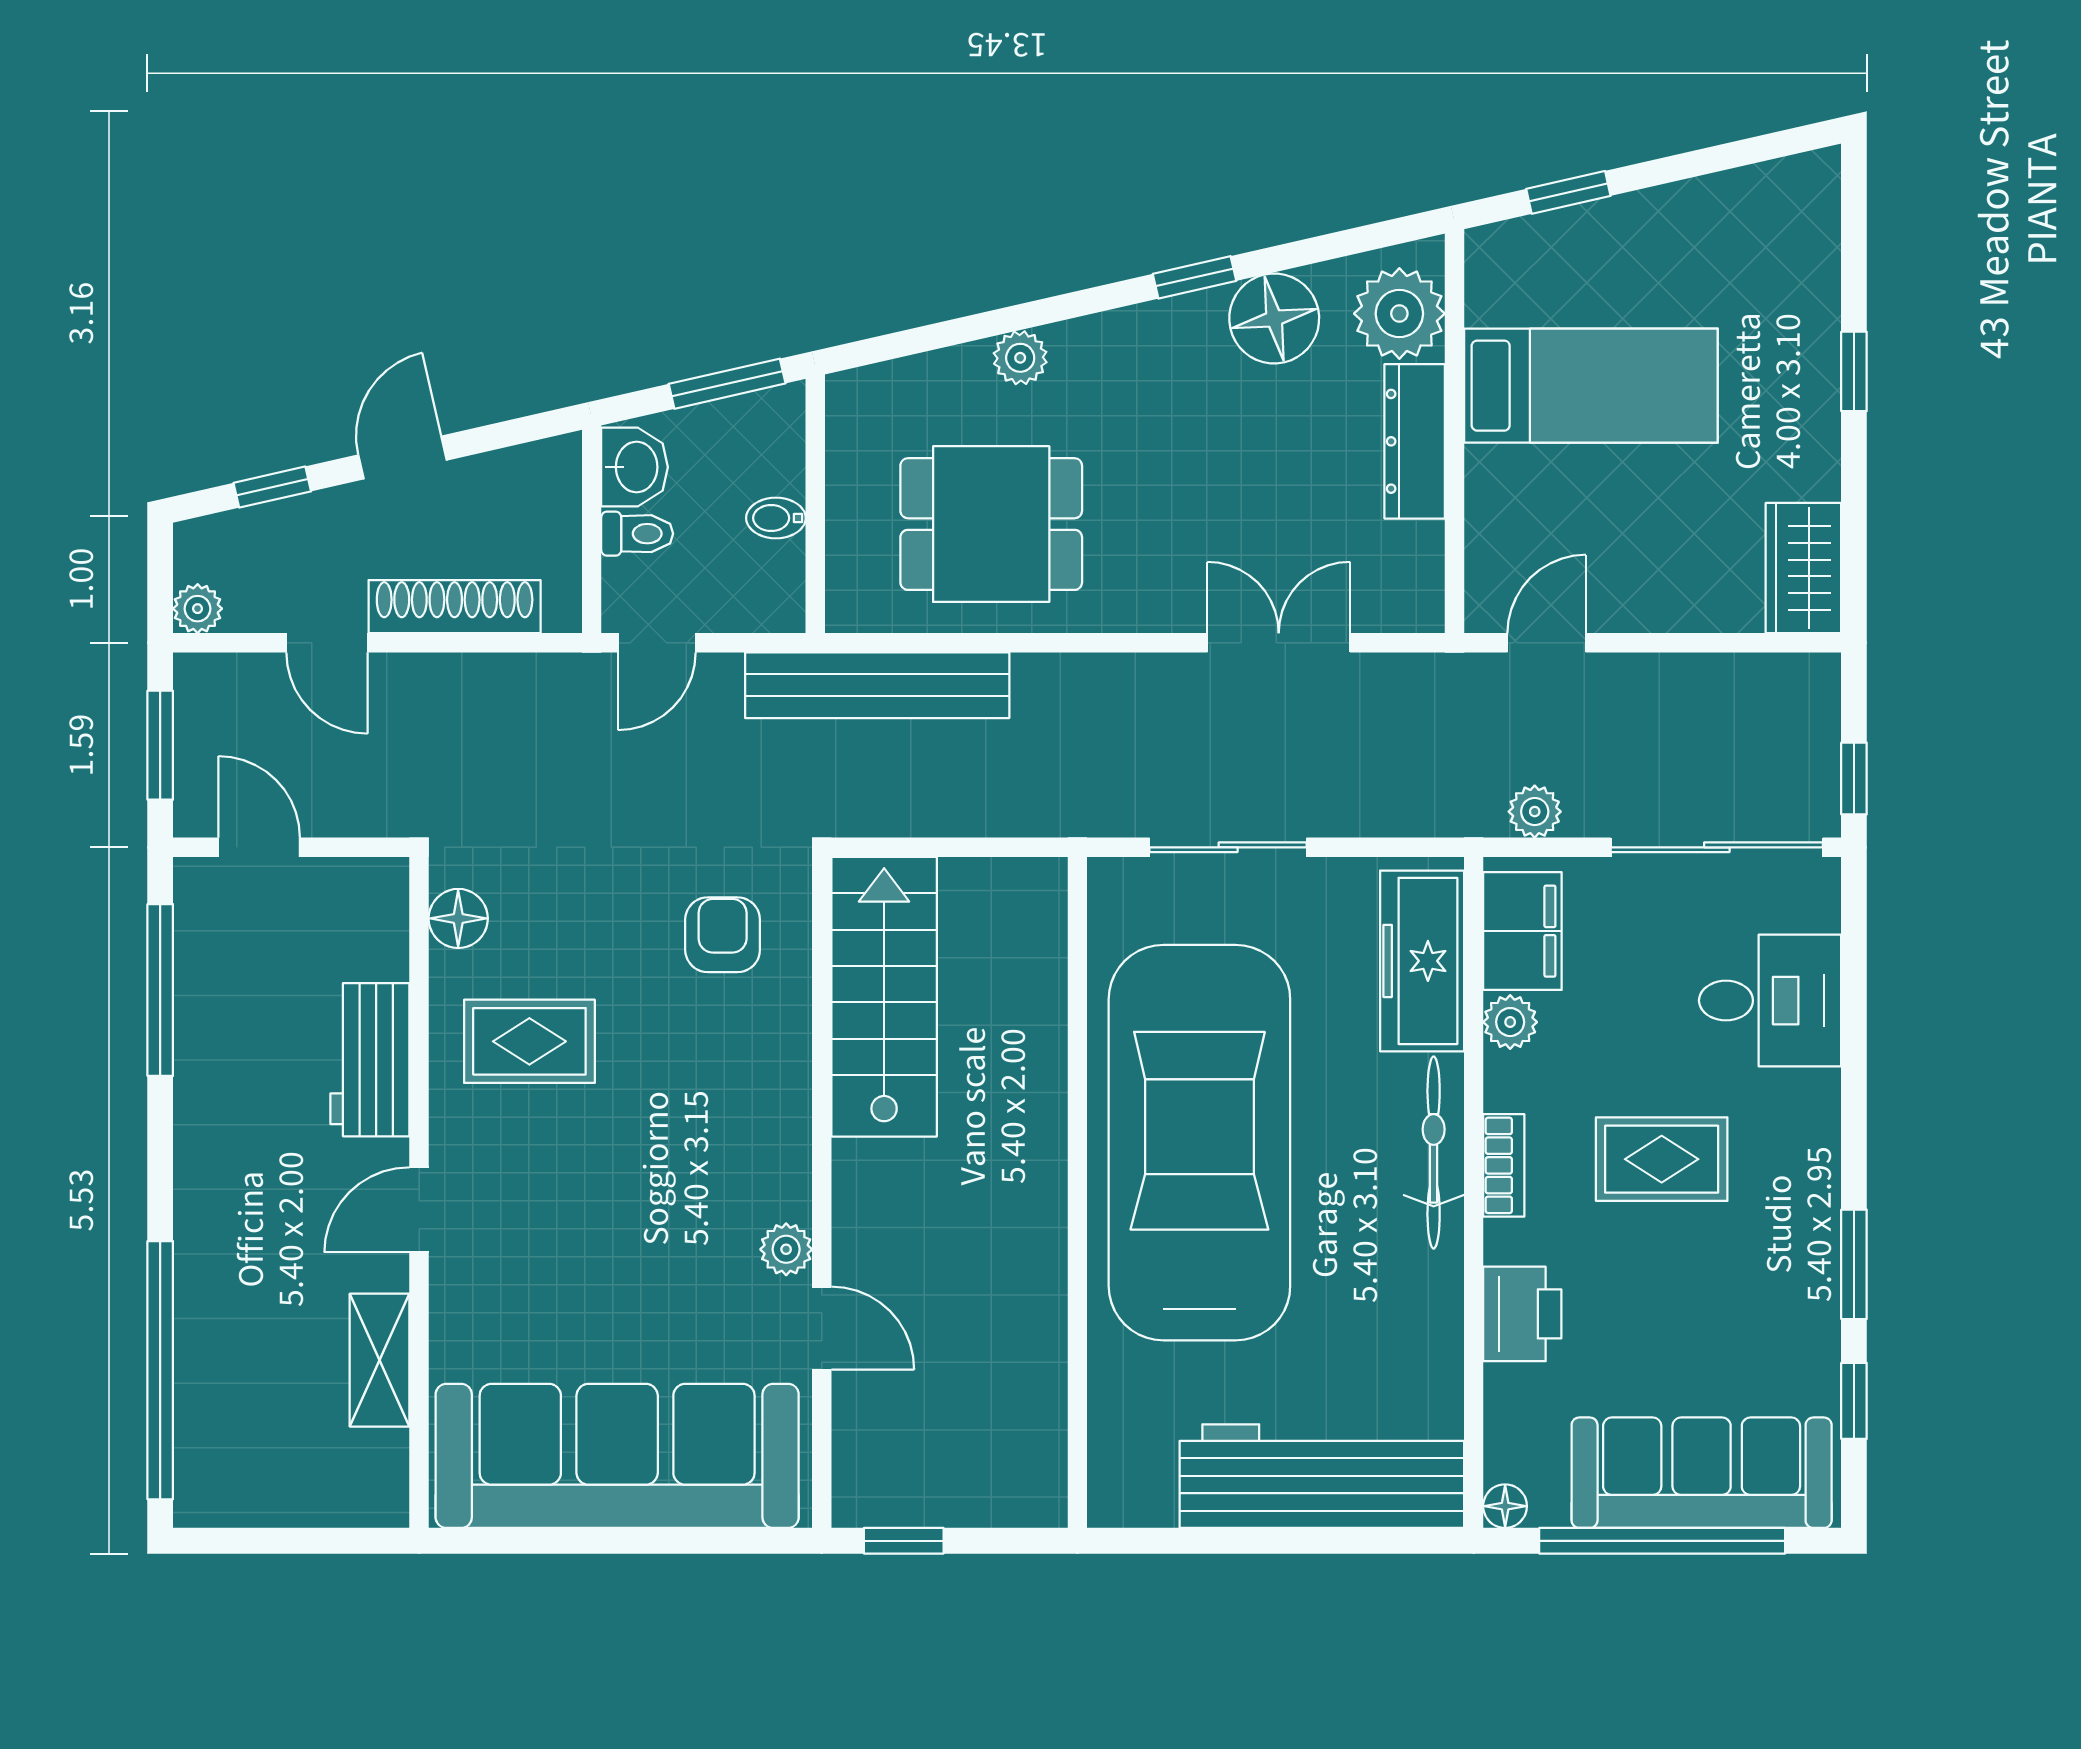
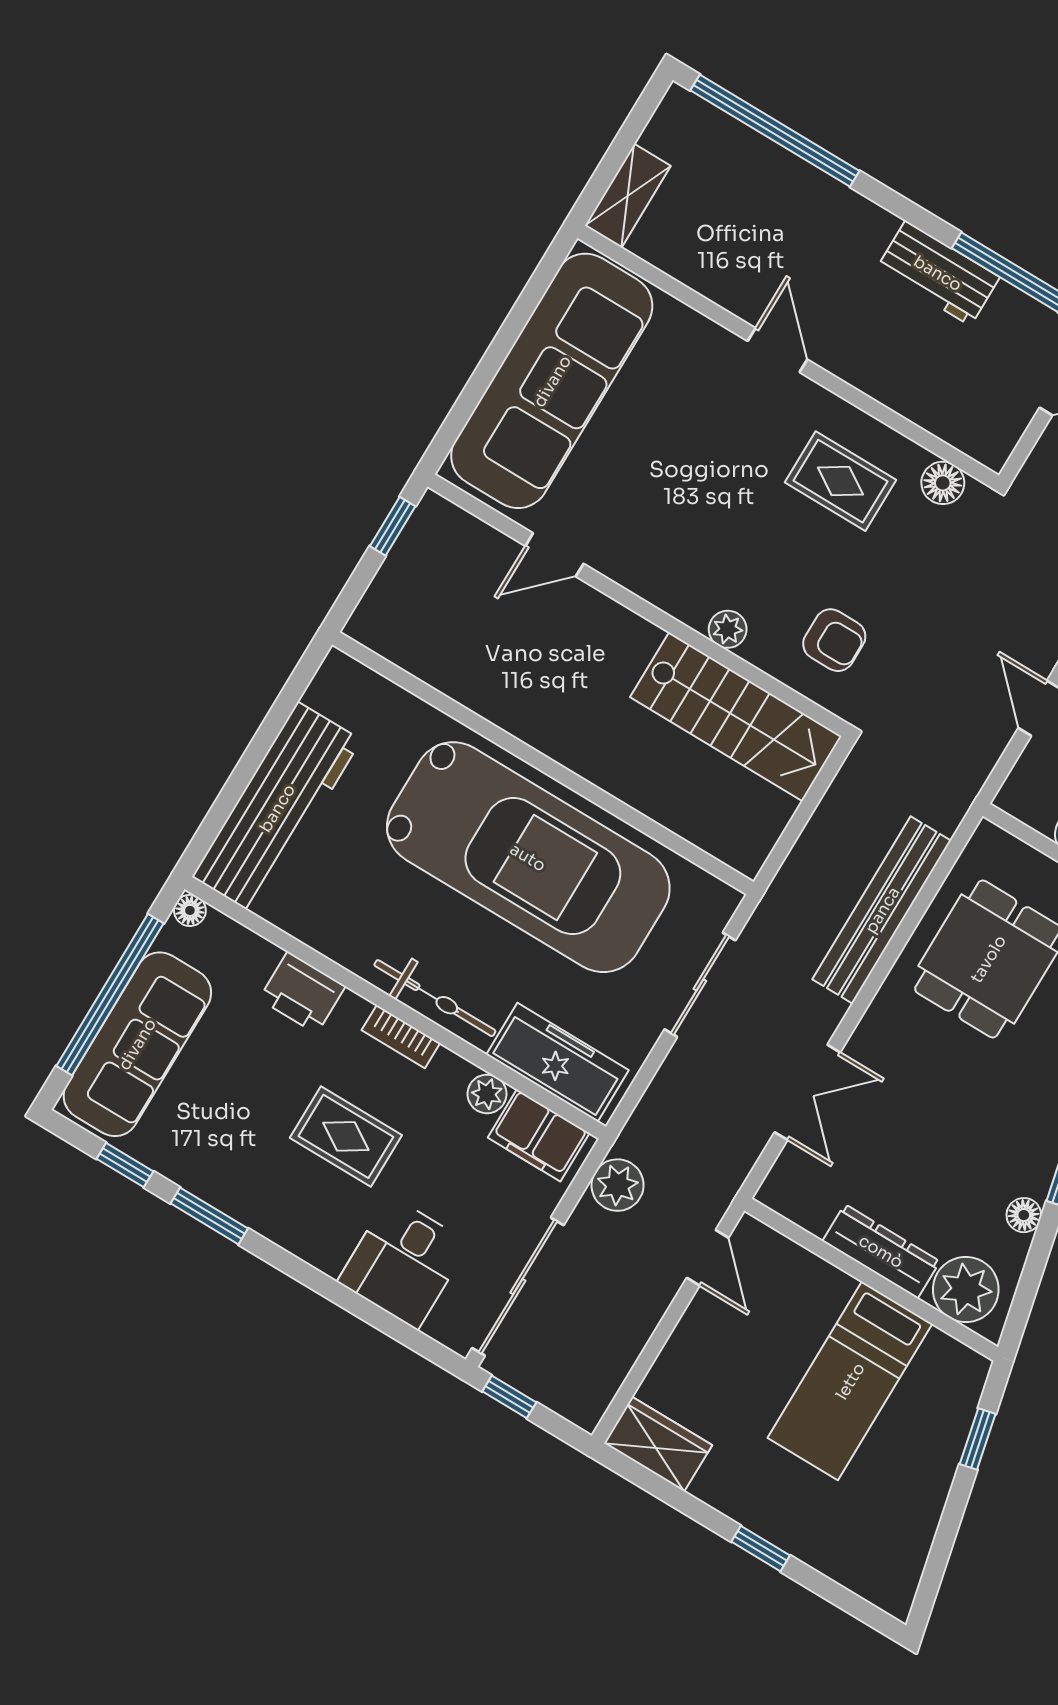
floor lamp: (1274, 319) -> (1024, 1215), width x0.53, depth x0.53
bench: (877, 685) -> (882, 910), moved
plant: (1535, 812) -> (618, 1185), width x1.38, depth x1.38
rug: (529, 1041) -> (840, 481), turned 90
workbench: (370, 1060) -> (938, 273), moved, turned 180
rug: (1662, 1159) -> (346, 1136), turned 90
plant: (786, 1249) -> (728, 629), moved
shelving: (380, 1360) -> (628, 196), moved, turned 90

